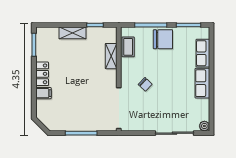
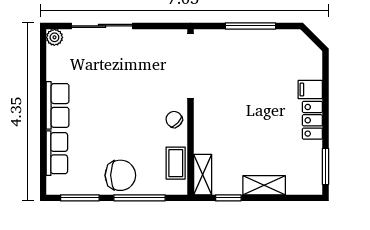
chair: (163, 39) -> (120, 175), turned 180
shelving: (111, 56) -> (203, 175), moved
chair: (145, 84) -> (174, 119), moved

